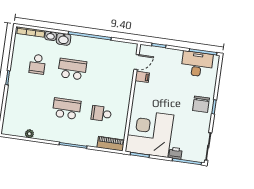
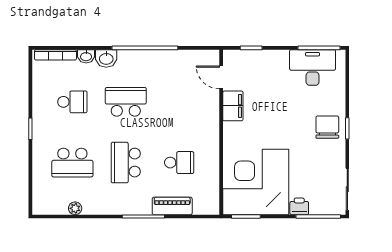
door: (137, 62) -> (221, 77), swing flipped
school desk: (37, 64) -> (72, 102), turned -90
filing cabinet: (142, 77) -> (233, 106), width x2.00
school desk: (32, 104) -> (72, 163), added
chair: (201, 104) -> (327, 127), turned 180
school desk: (67, 109) -> (126, 163), turned -90
school desk: (101, 114) -> (179, 163), turned 180
piano: (111, 144) -> (172, 206), moved

